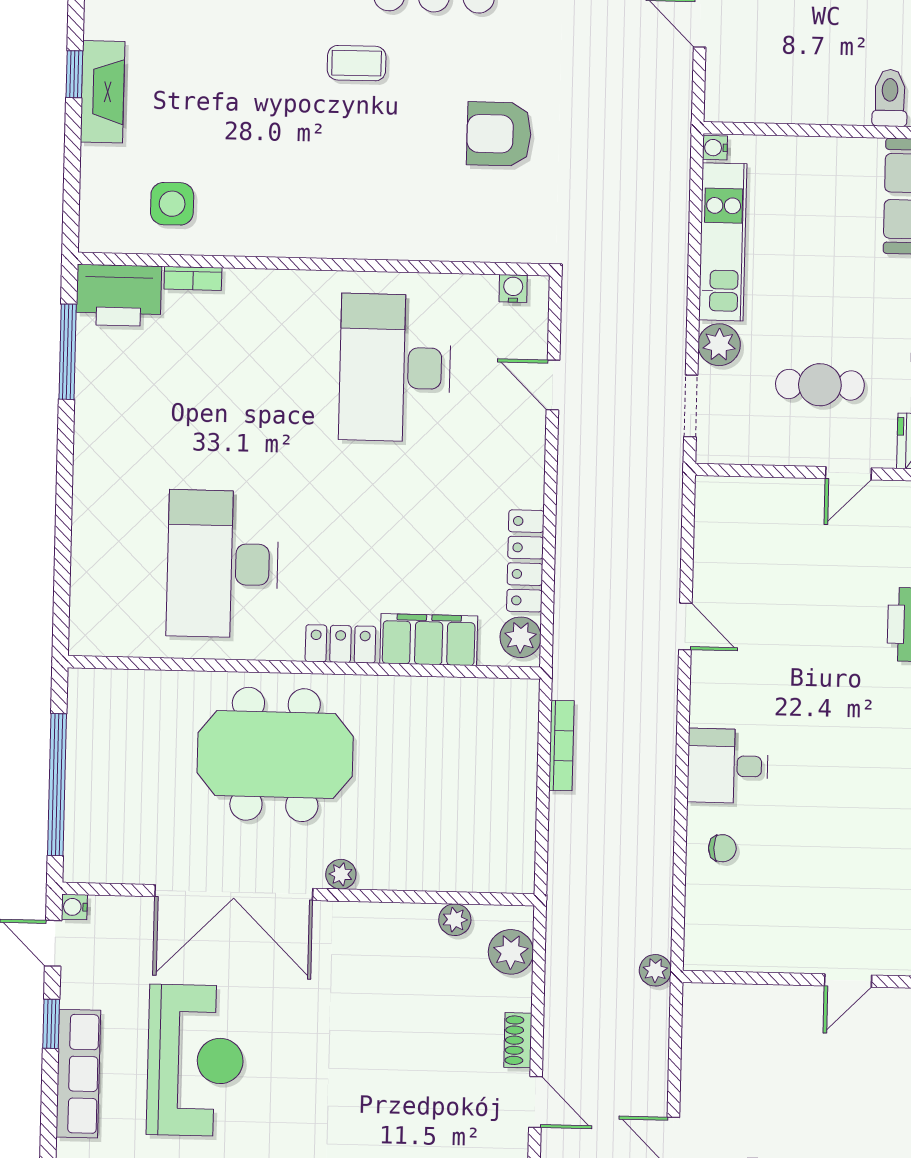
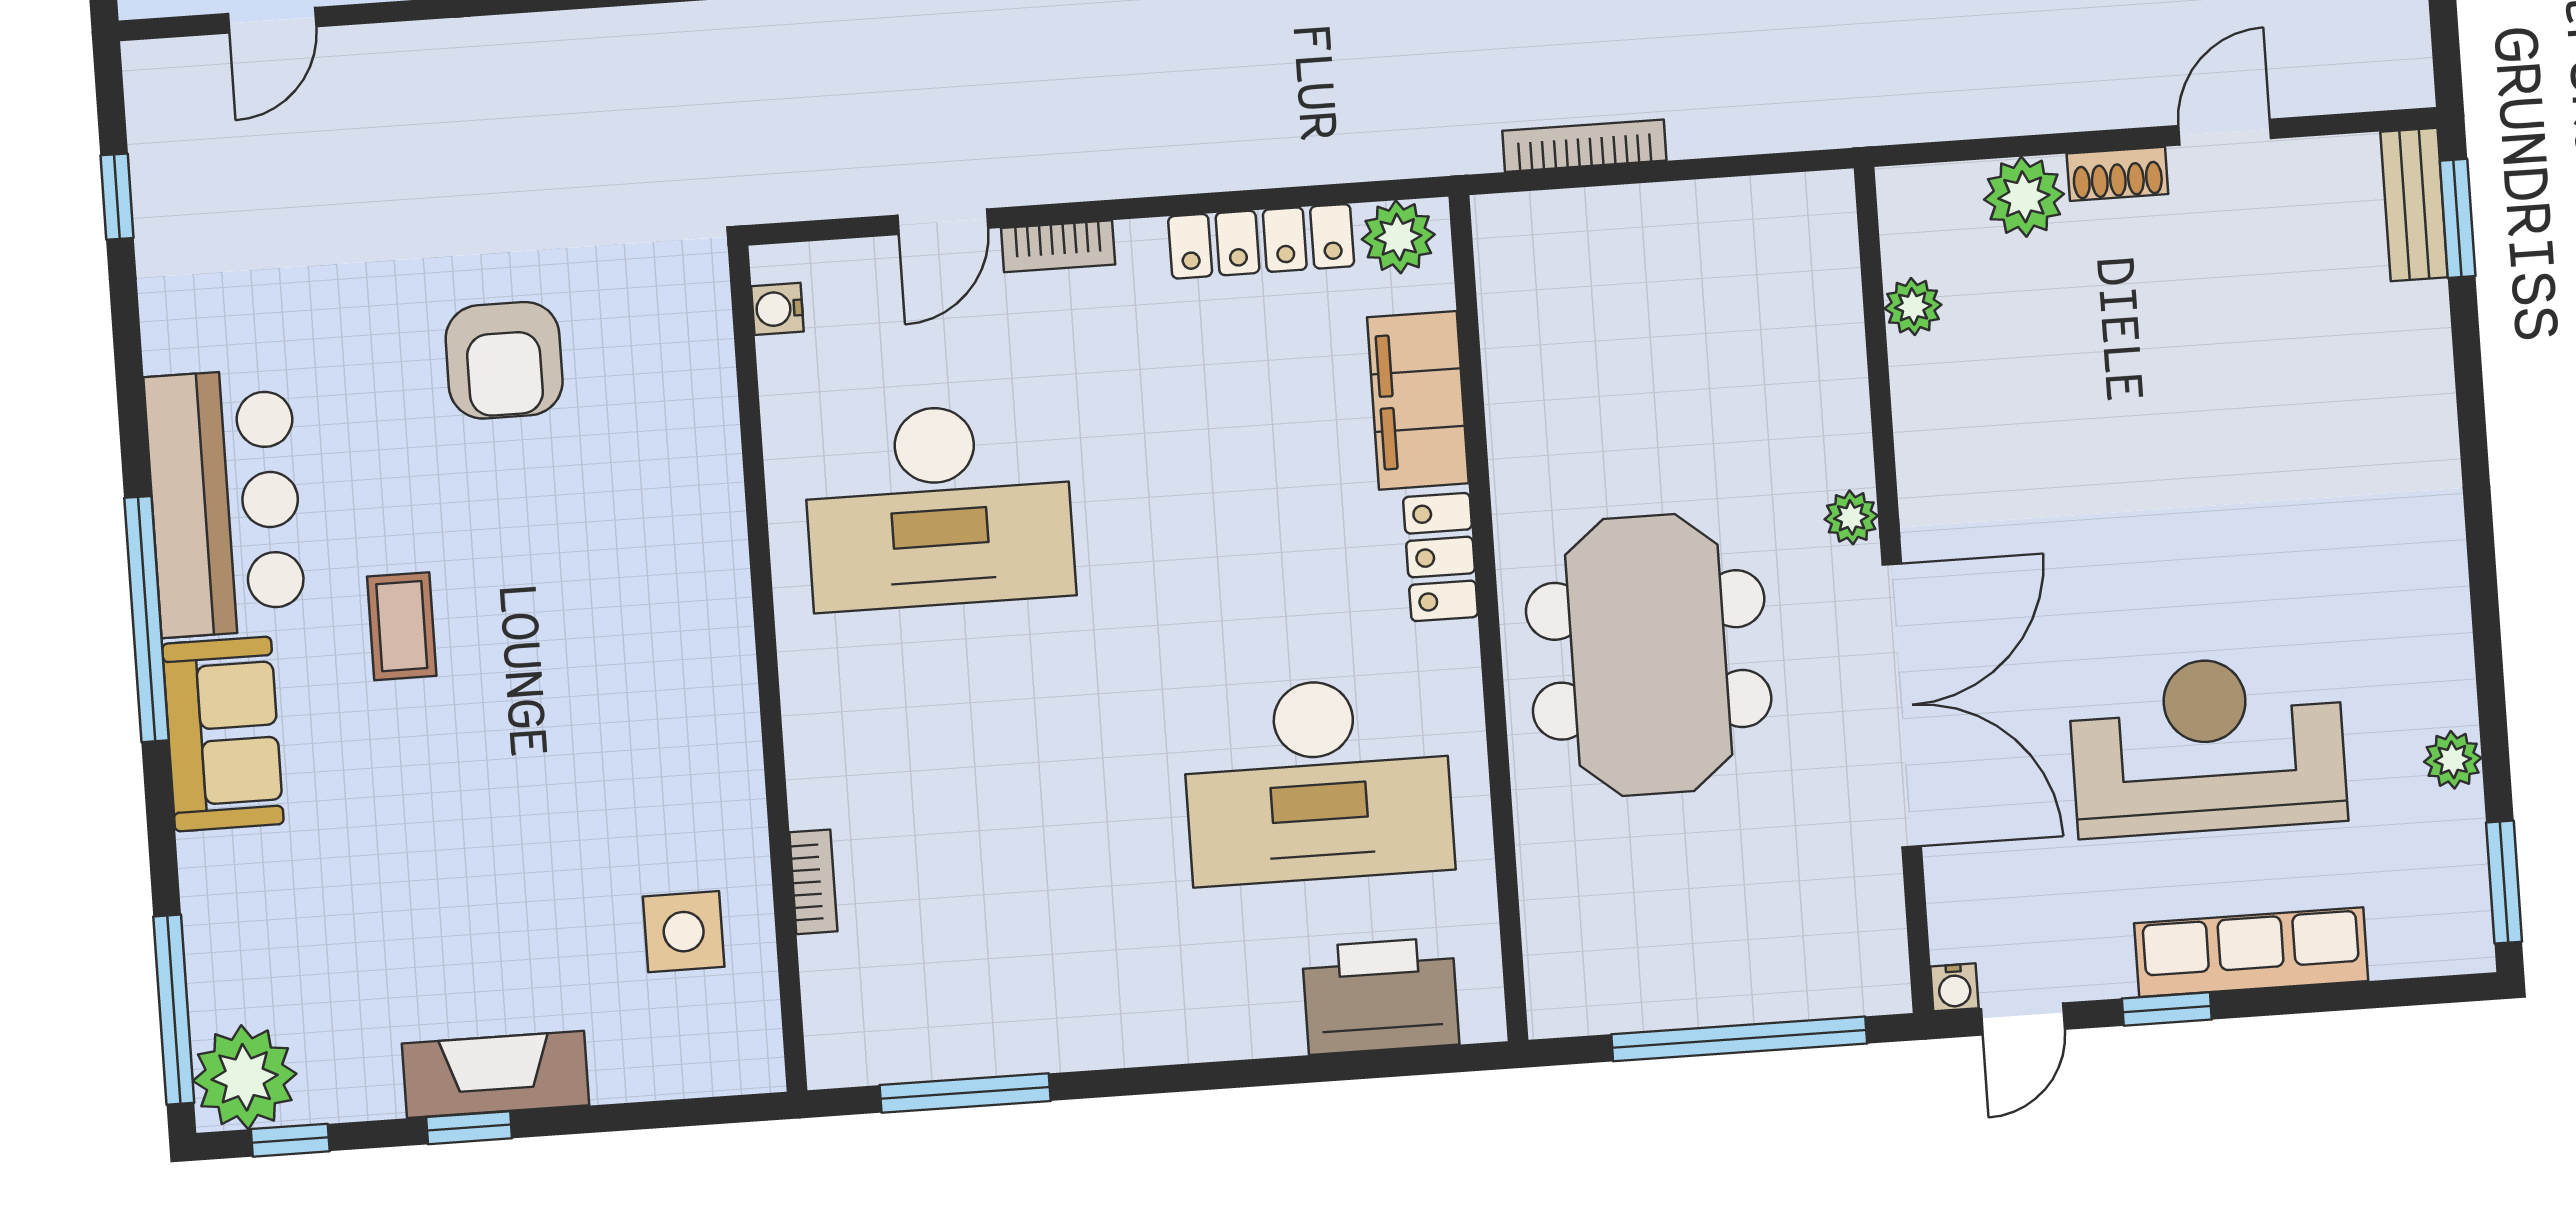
printer: (119, 295) -> (1380, 996), moved, turned -90
bookcase: (533, 448) -> (1058, 246), added
plant: (511, 952) -> (2024, 197), moved

